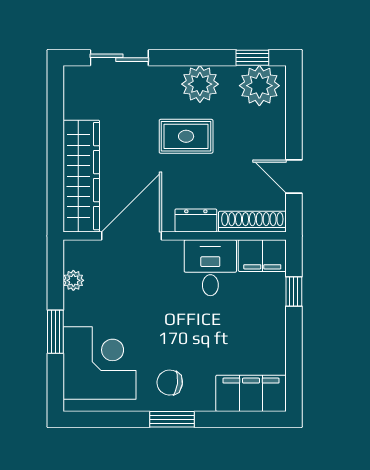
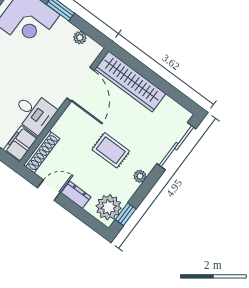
sliding door: (119, 58) -> (176, 146), width x1.37
plant: (200, 84) -> (140, 176), width x0.53, depth x0.53
rug: (186, 136) -> (111, 150), turned 90
dresser: (196, 220) -> (76, 195), moved, turned -90

